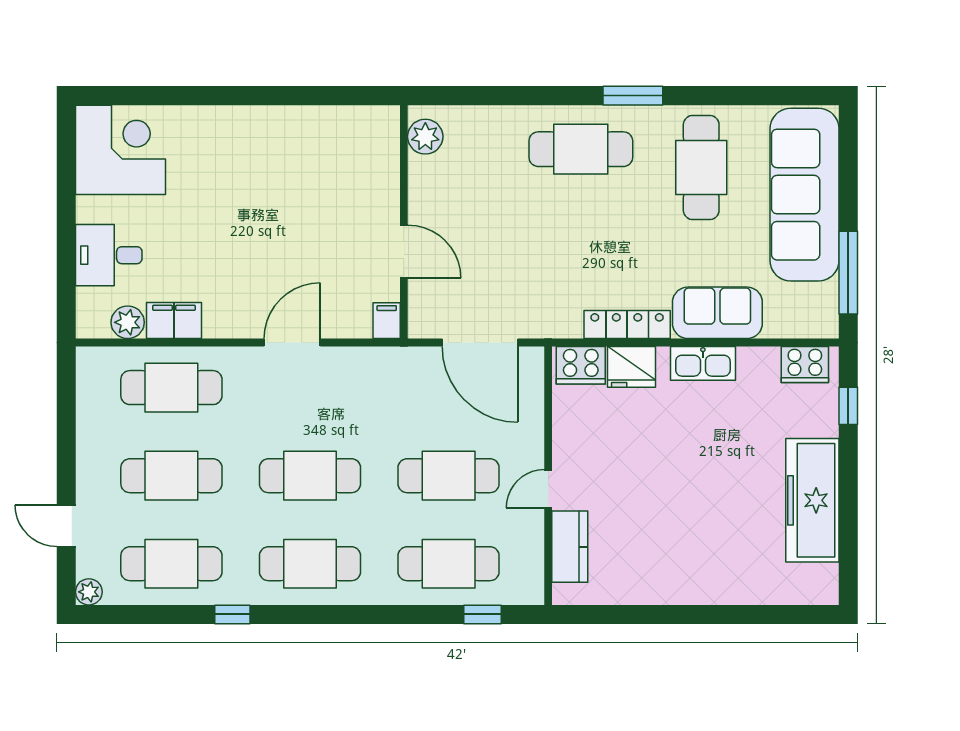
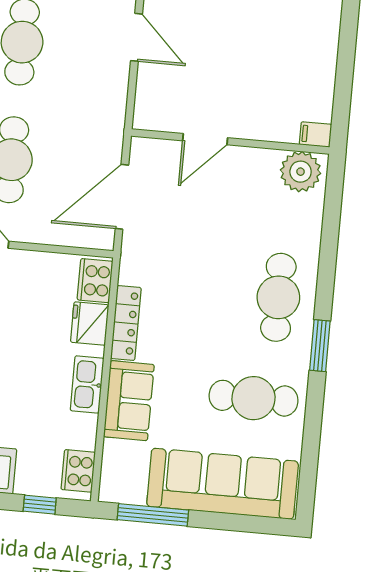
plant: (425, 137) -> (301, 172), width x1.36, depth x1.36
filing cabinet: (387, 321) -> (316, 134), moved, turned 180

